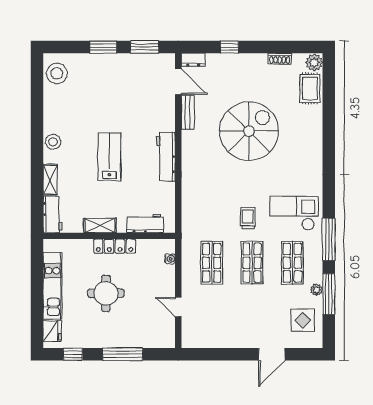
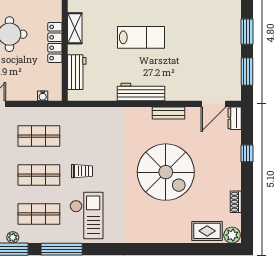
bench: (188, 112) -> (168, 113), moved

